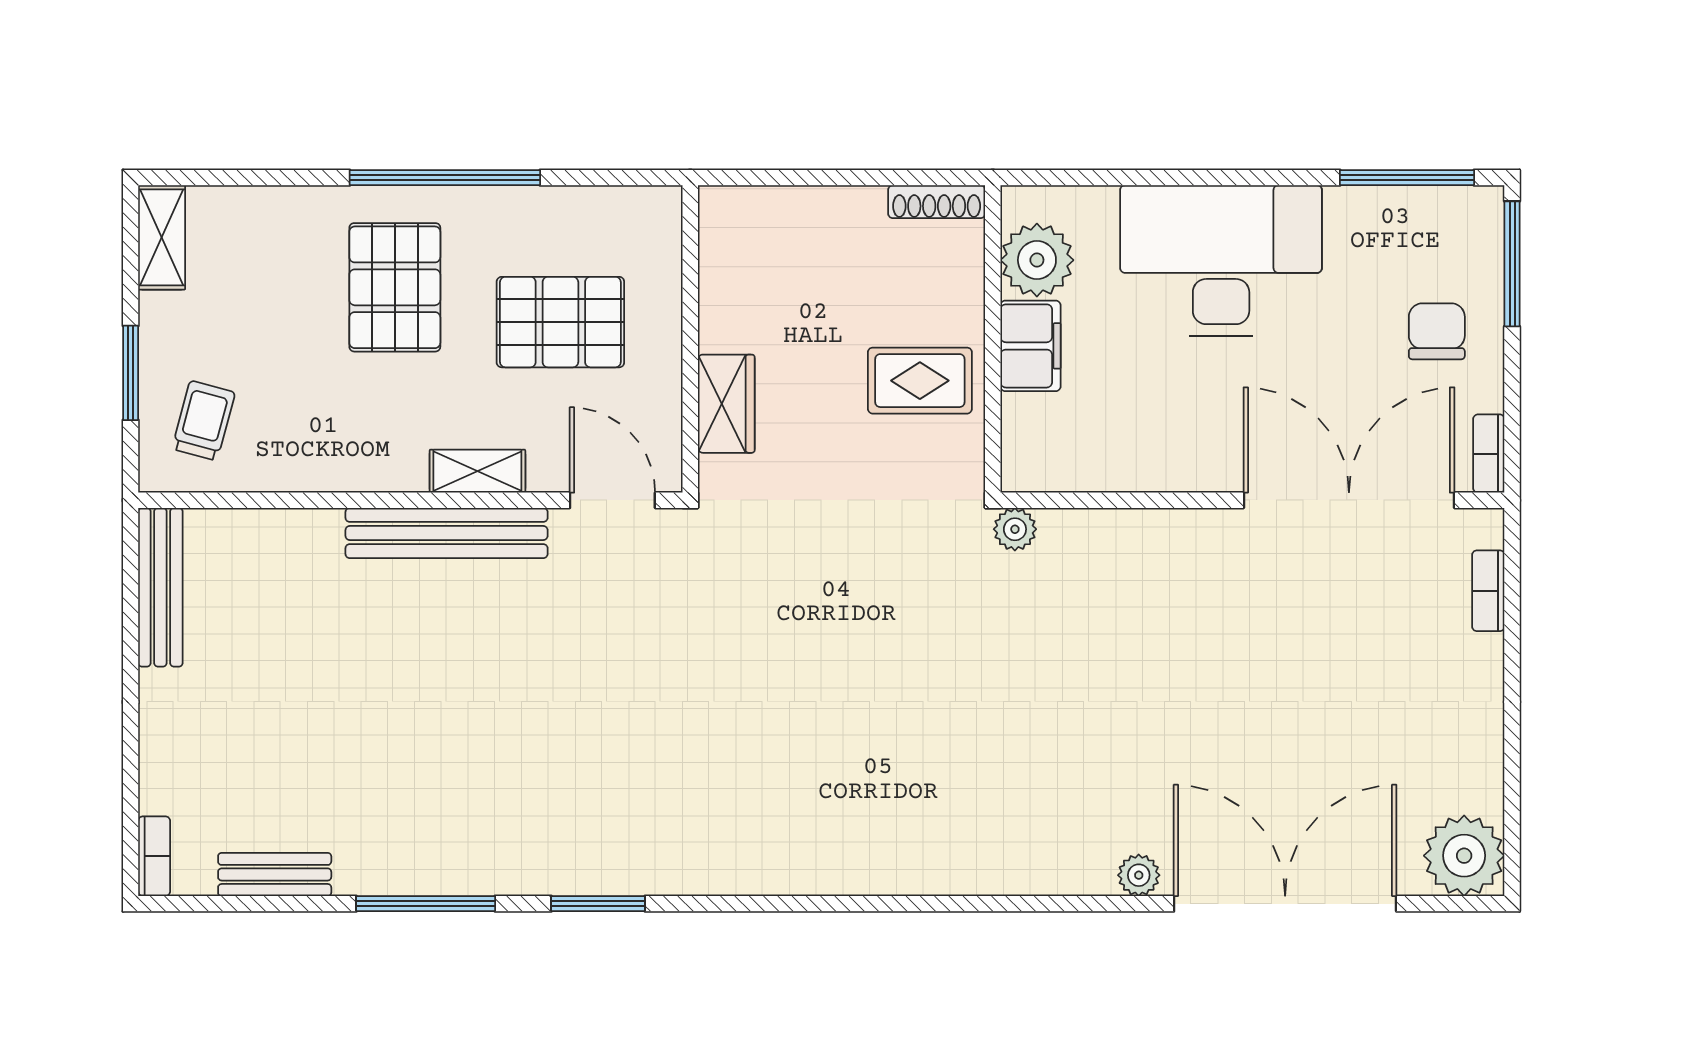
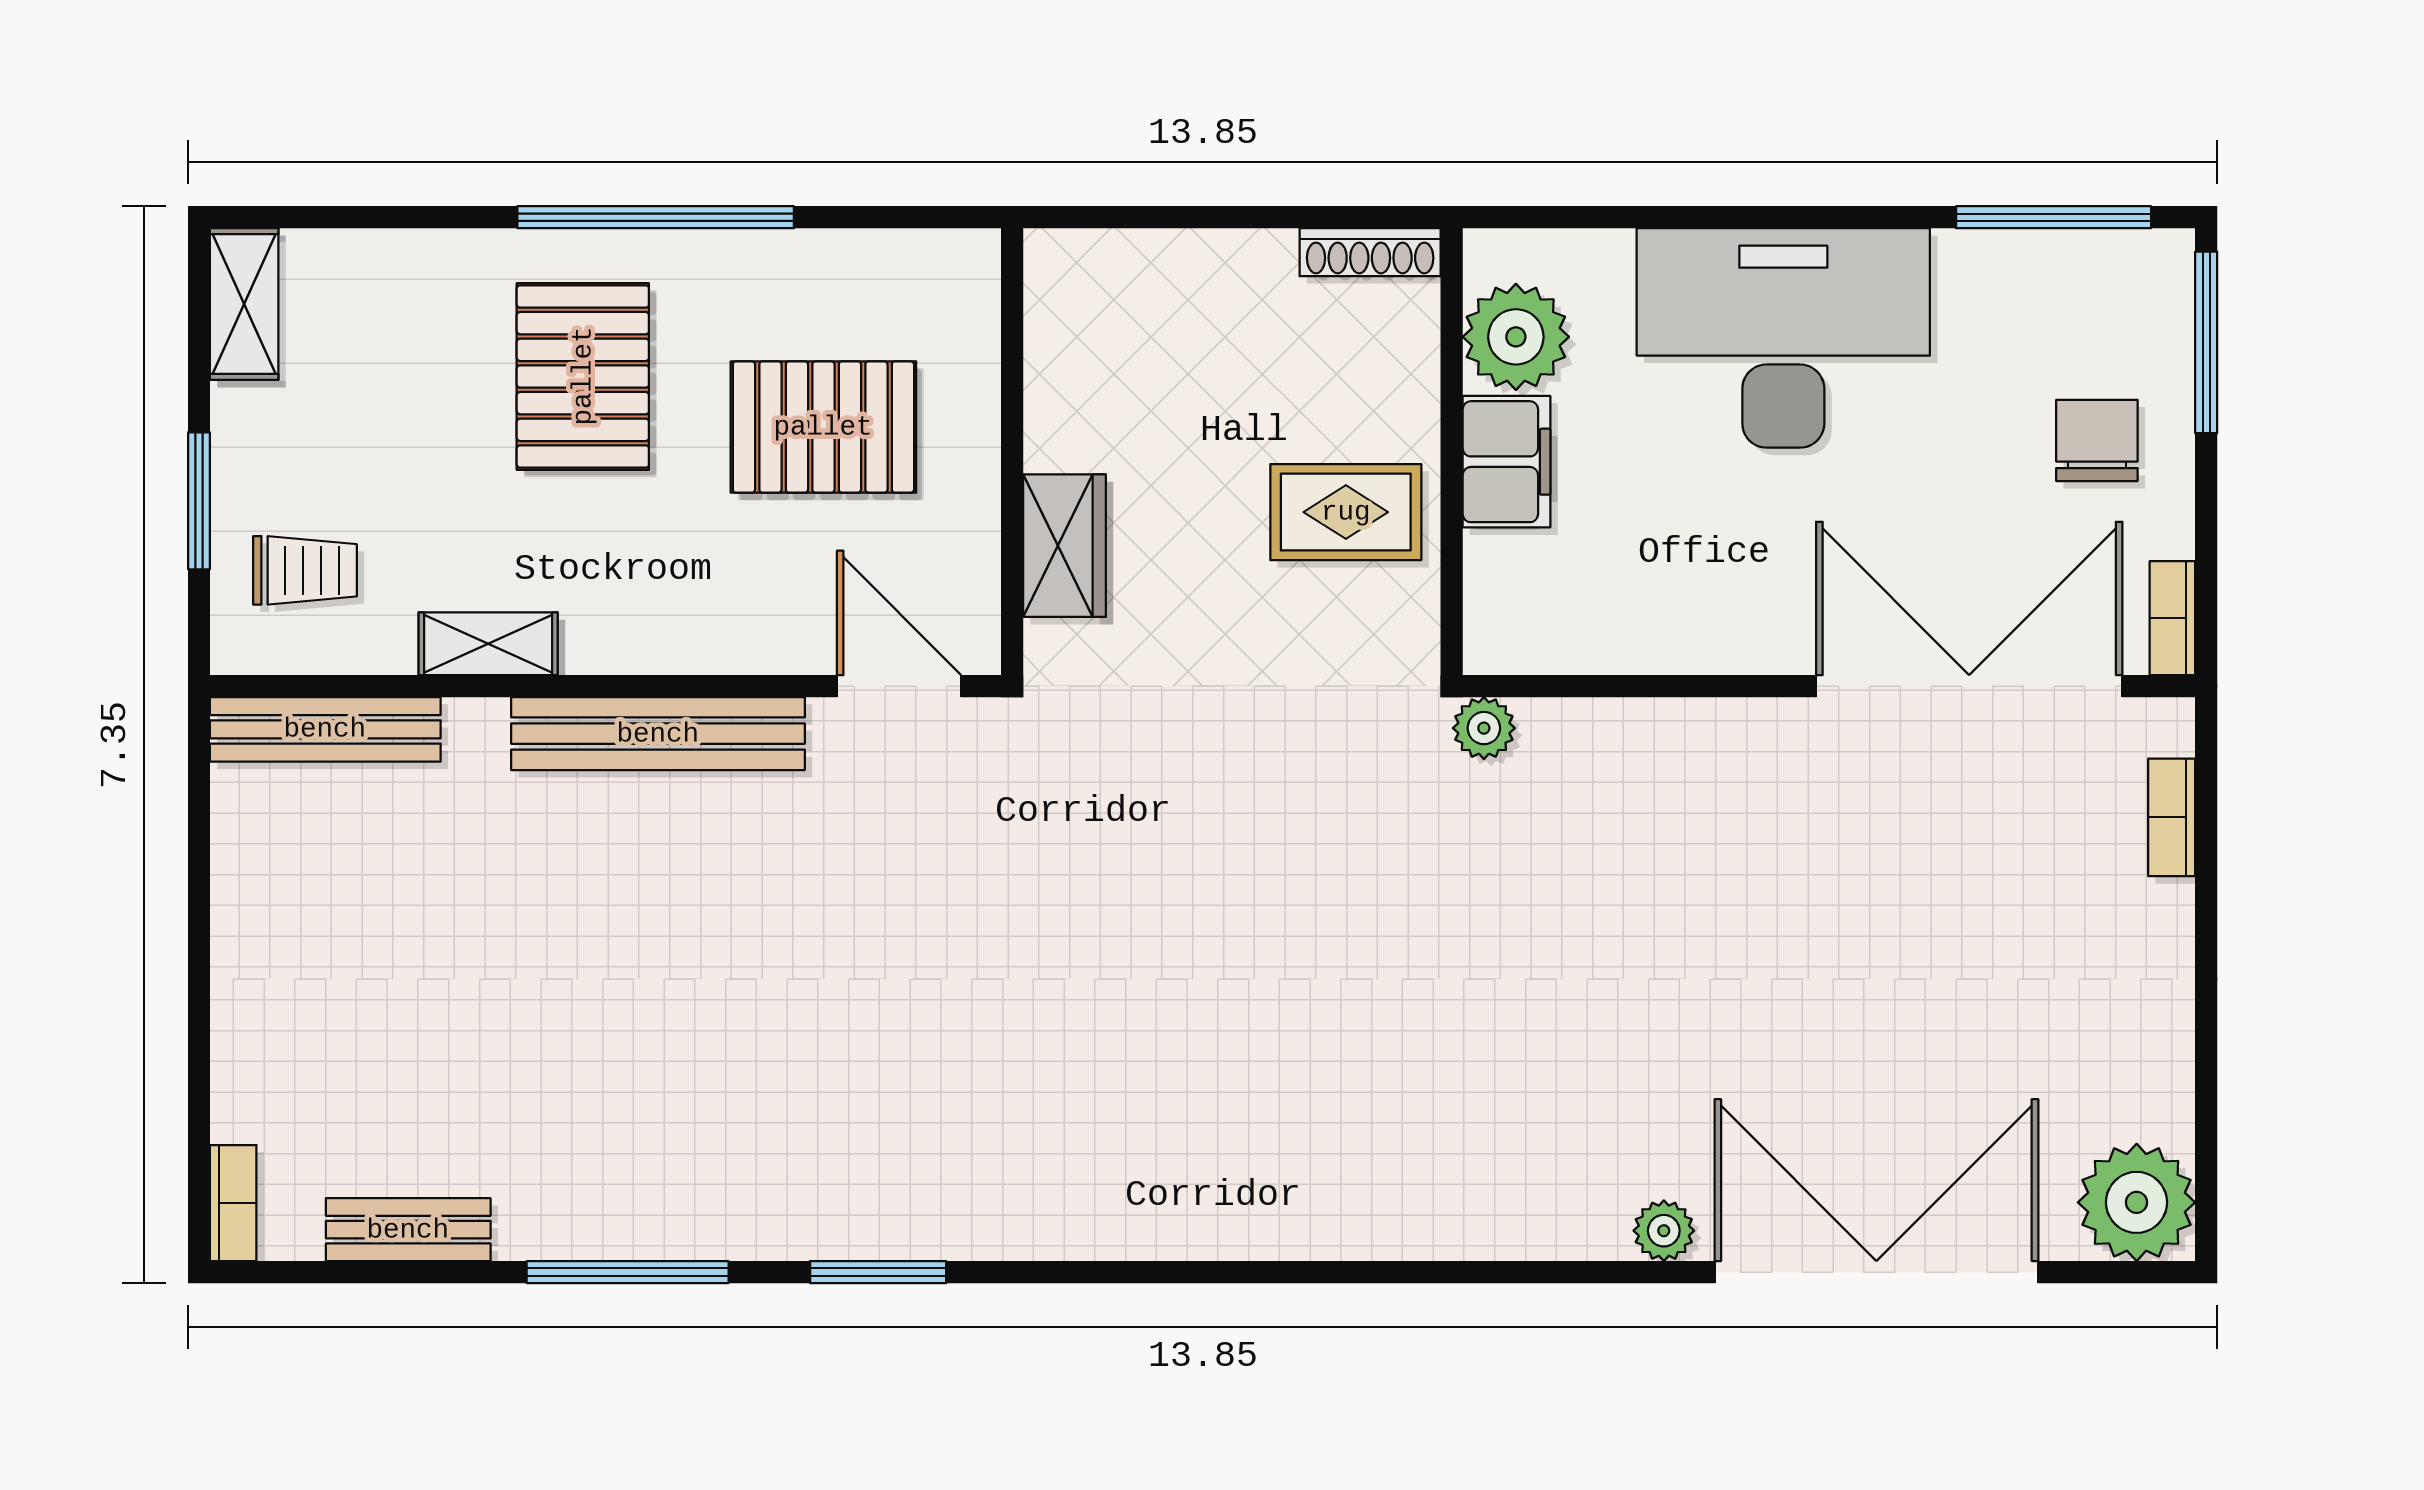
trolley: (204, 421) -> (305, 570), turned 75
shelving: (477, 471) -> (488, 644), moved
bench: (160, 587) -> (325, 729), moved, turned 90

